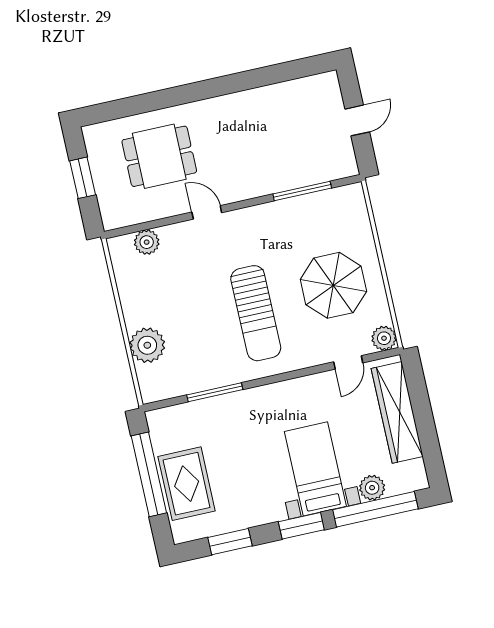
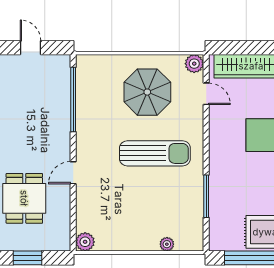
window: (302, 191) -> (73, 99), width x1.46
plant: (147, 242) -> (85, 242), moved
plant: (147, 345) -> (167, 244), width x0.53, depth x0.53

